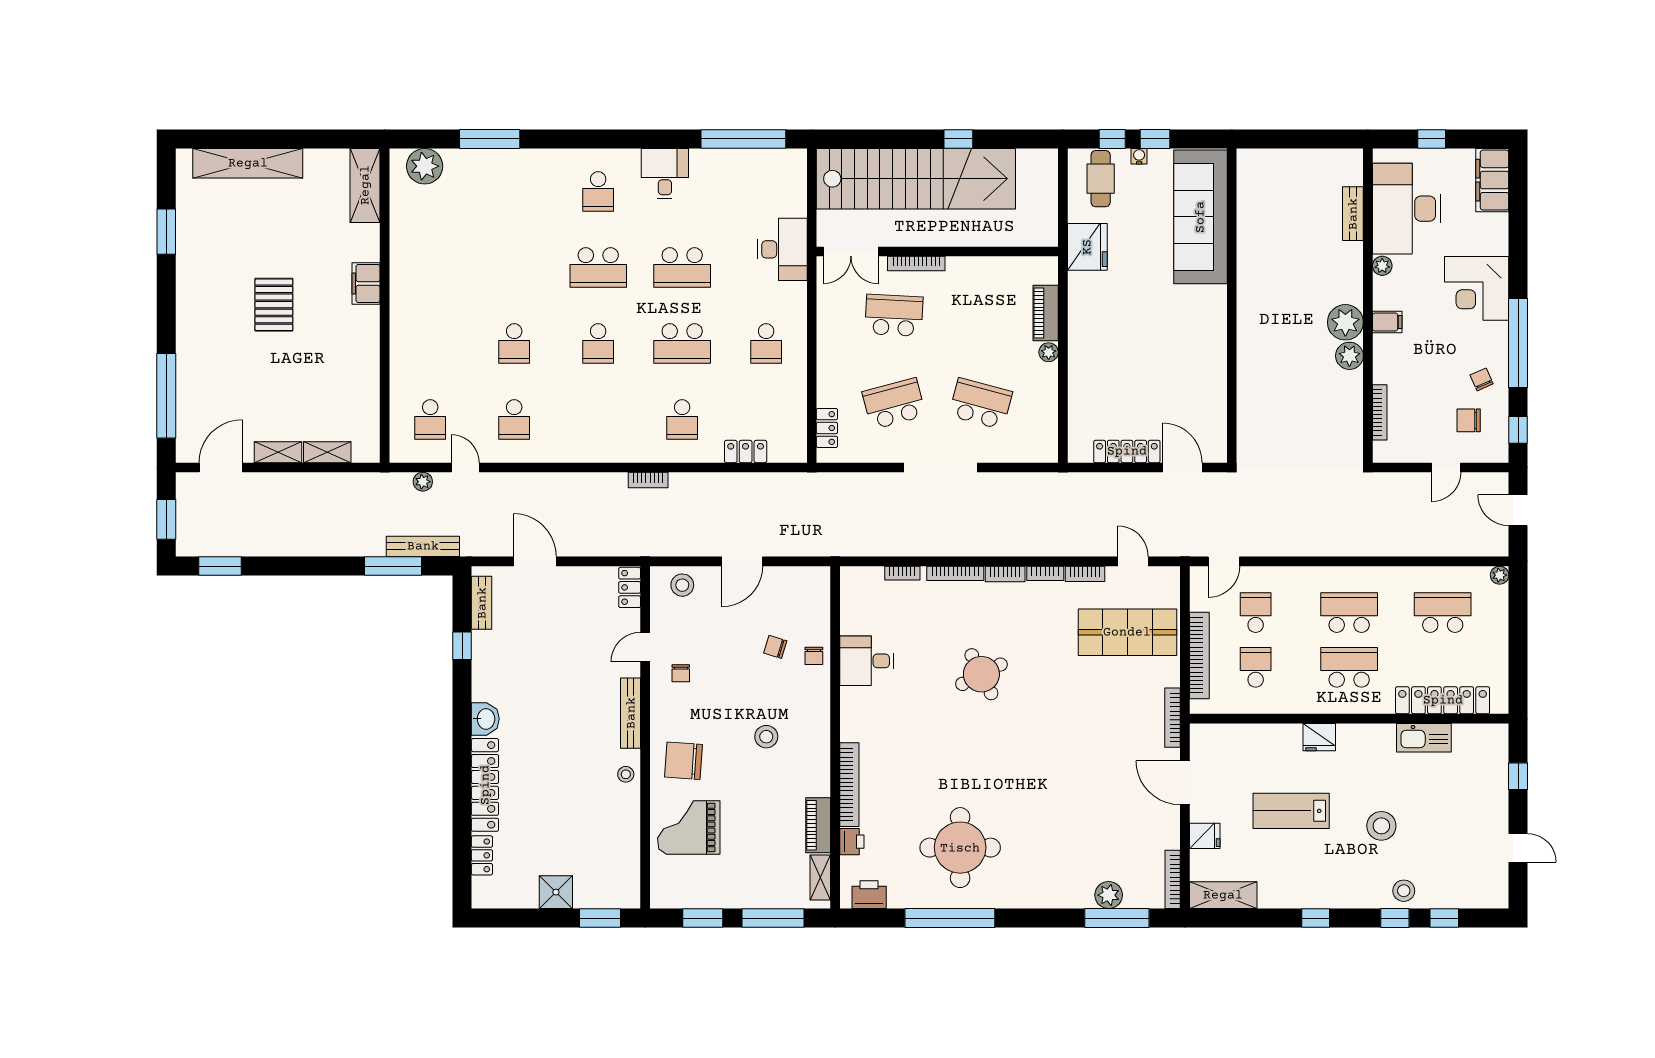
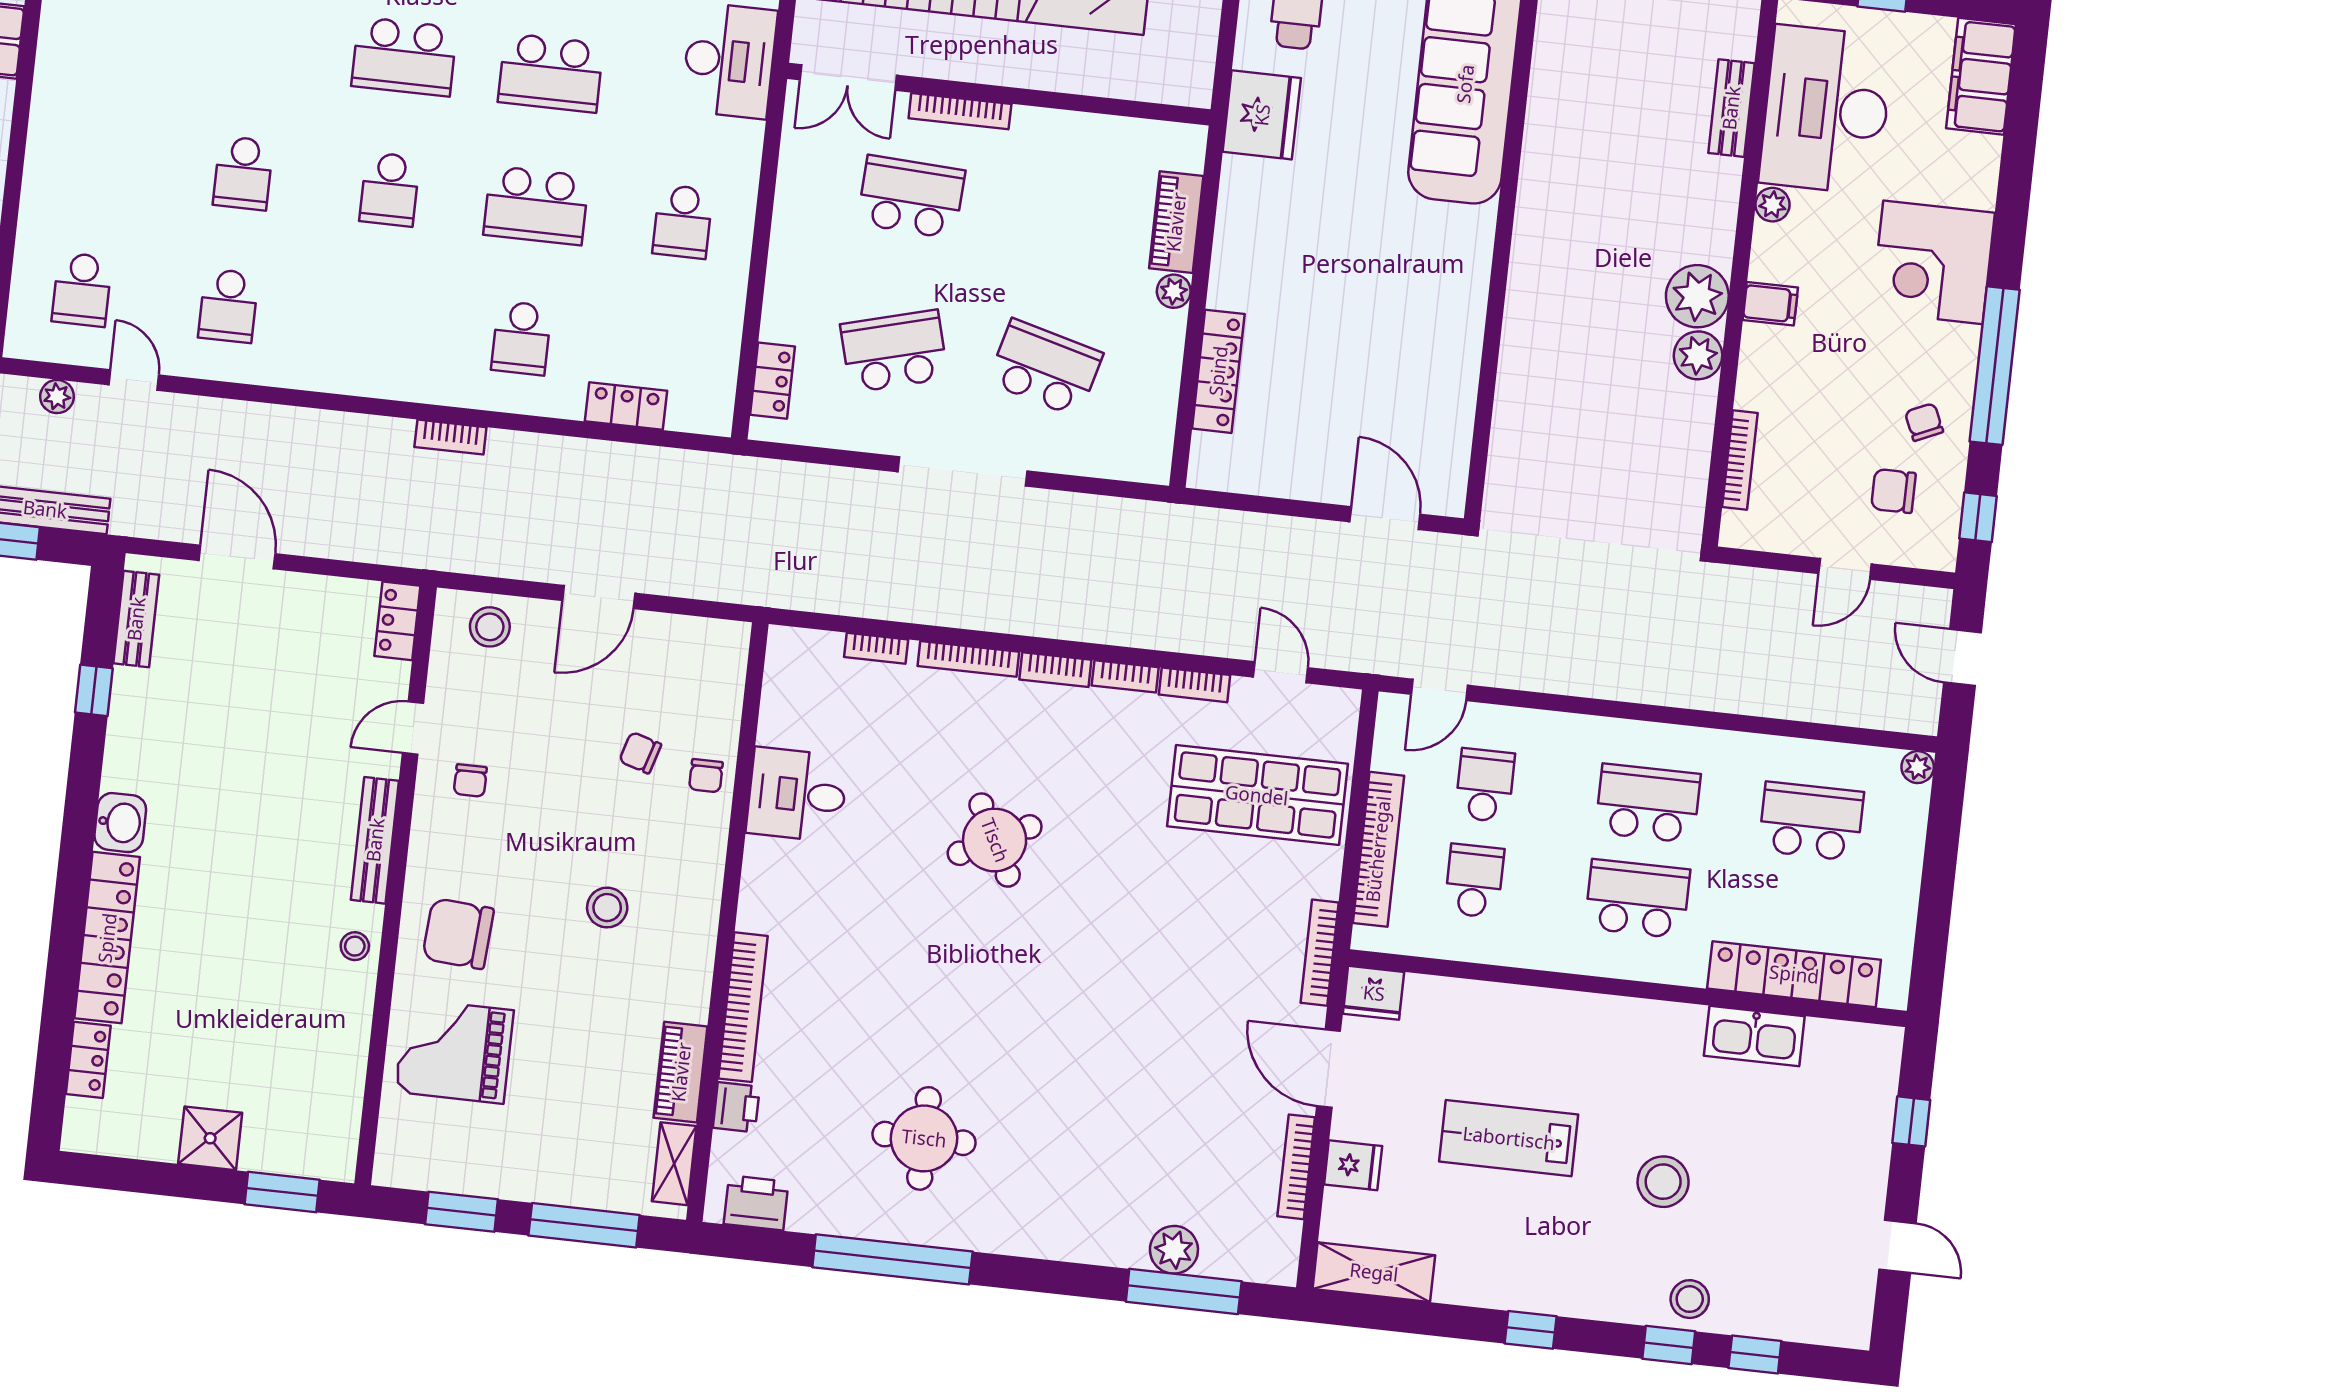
locker: (1127, 451) -> (1218, 371), moved, turned 90
fridge: (1319, 737) -> (1374, 993), moved
round table: (960, 848) -> (924, 1138), width x0.73, depth x0.73
bookcase: (1173, 879) -> (1296, 1167), moved

